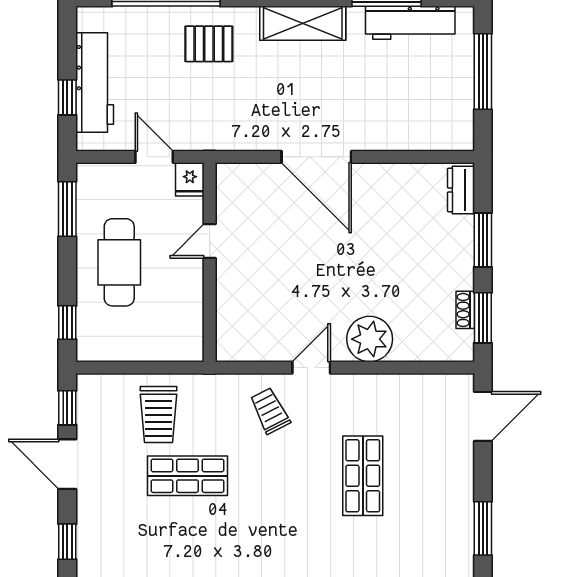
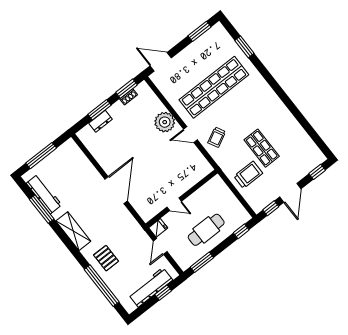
dresser: (461, 190) -> (100, 121), moved
shop shelf: (363, 476) -> (214, 87), width x2.00, depth x1.36

